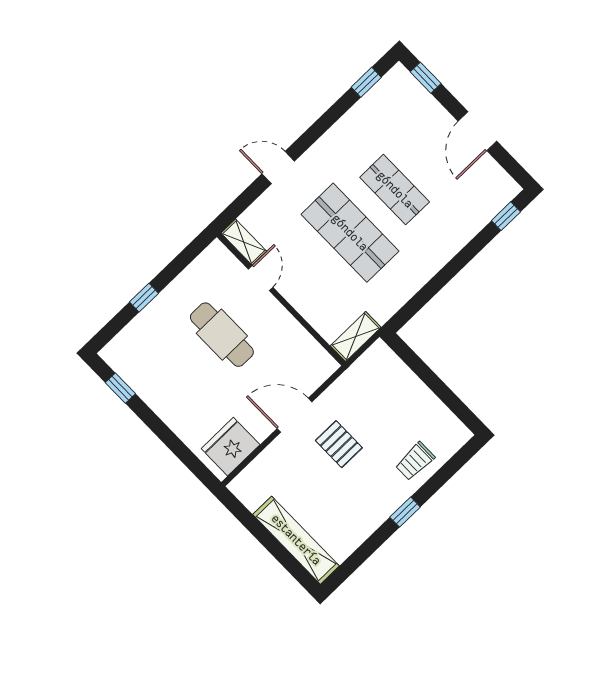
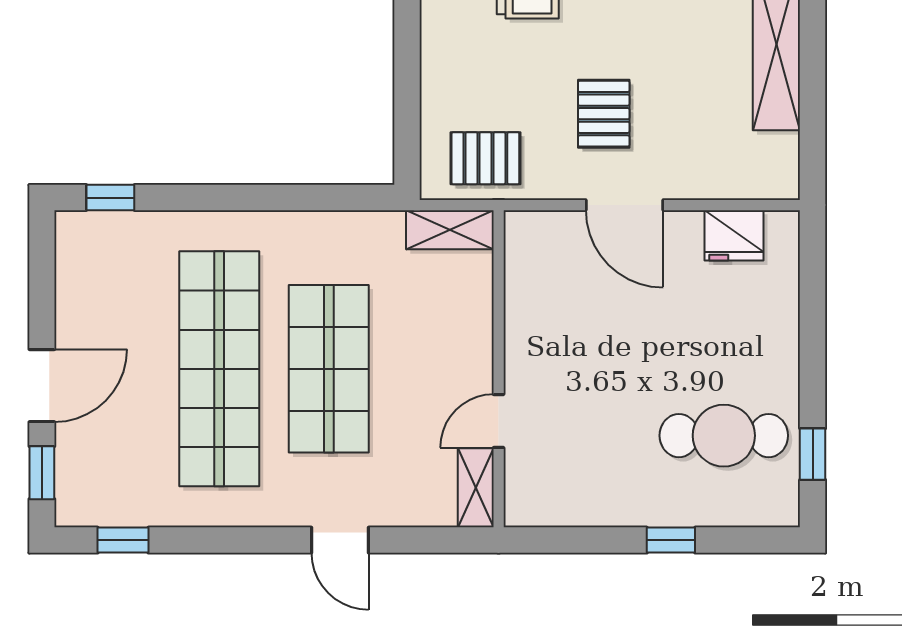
door: (477, 131) -> (42, 386), moved
shop shelf: (395, 190) -> (219, 369), width x2.00, depth x1.36
cafe table: (222, 335) -> (724, 436), moved, turned 90
pallet: (369, 380) -> (485, 158), added
fridge: (231, 447) -> (734, 235), width x0.73, depth x0.75

